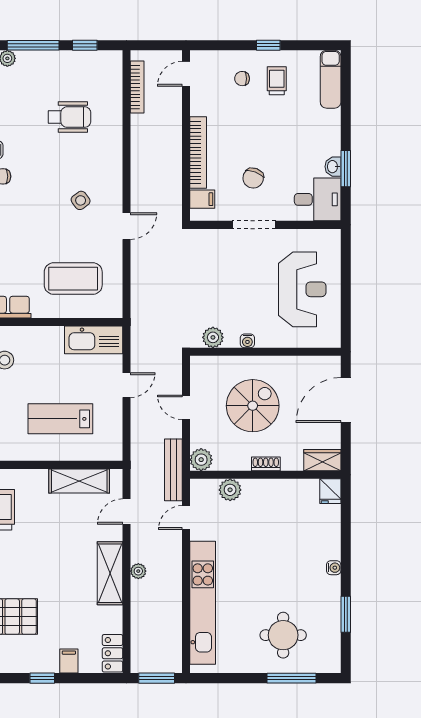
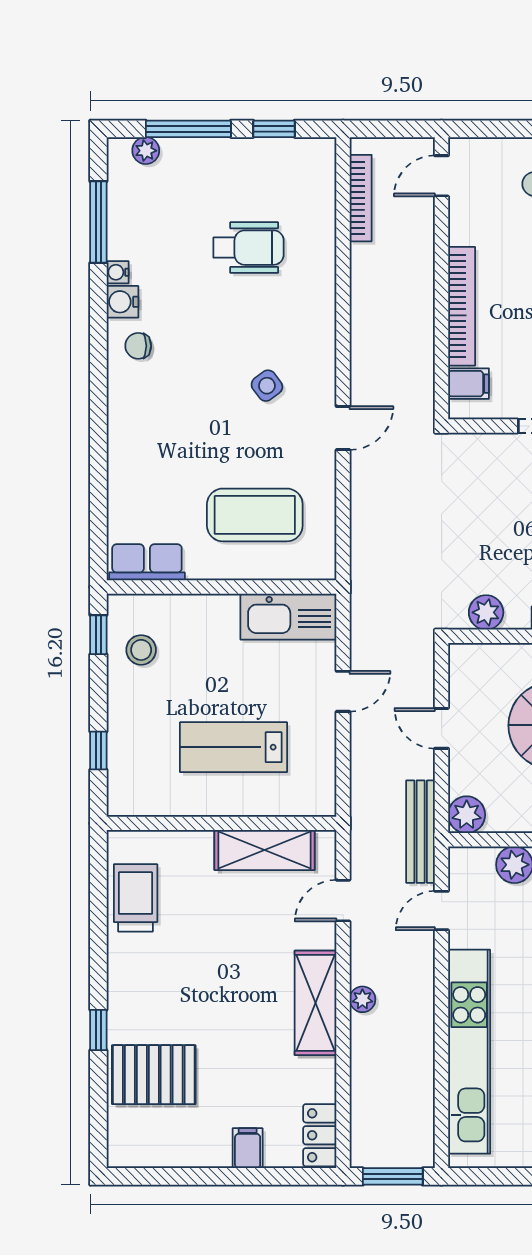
window: (42, 678) -> (204, 1176), removed

